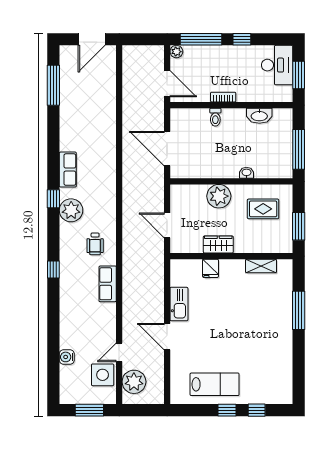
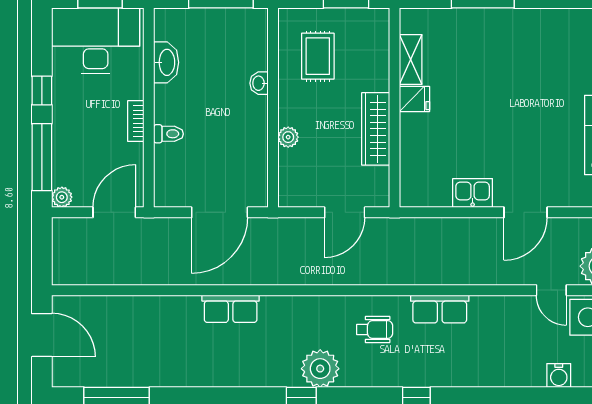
desk: (277, 65) -> (96, 41), width x1.36, depth x1.30
row of seats: (68, 170) -> (231, 309), moved, turned 180
plant: (219, 196) -> (288, 137), width x0.53, depth x0.53
wardrobe: (218, 244) -> (376, 129), width x1.50
fridge: (211, 268) -> (415, 99), moved
kitchen sink: (179, 304) -> (473, 193), width x0.73

